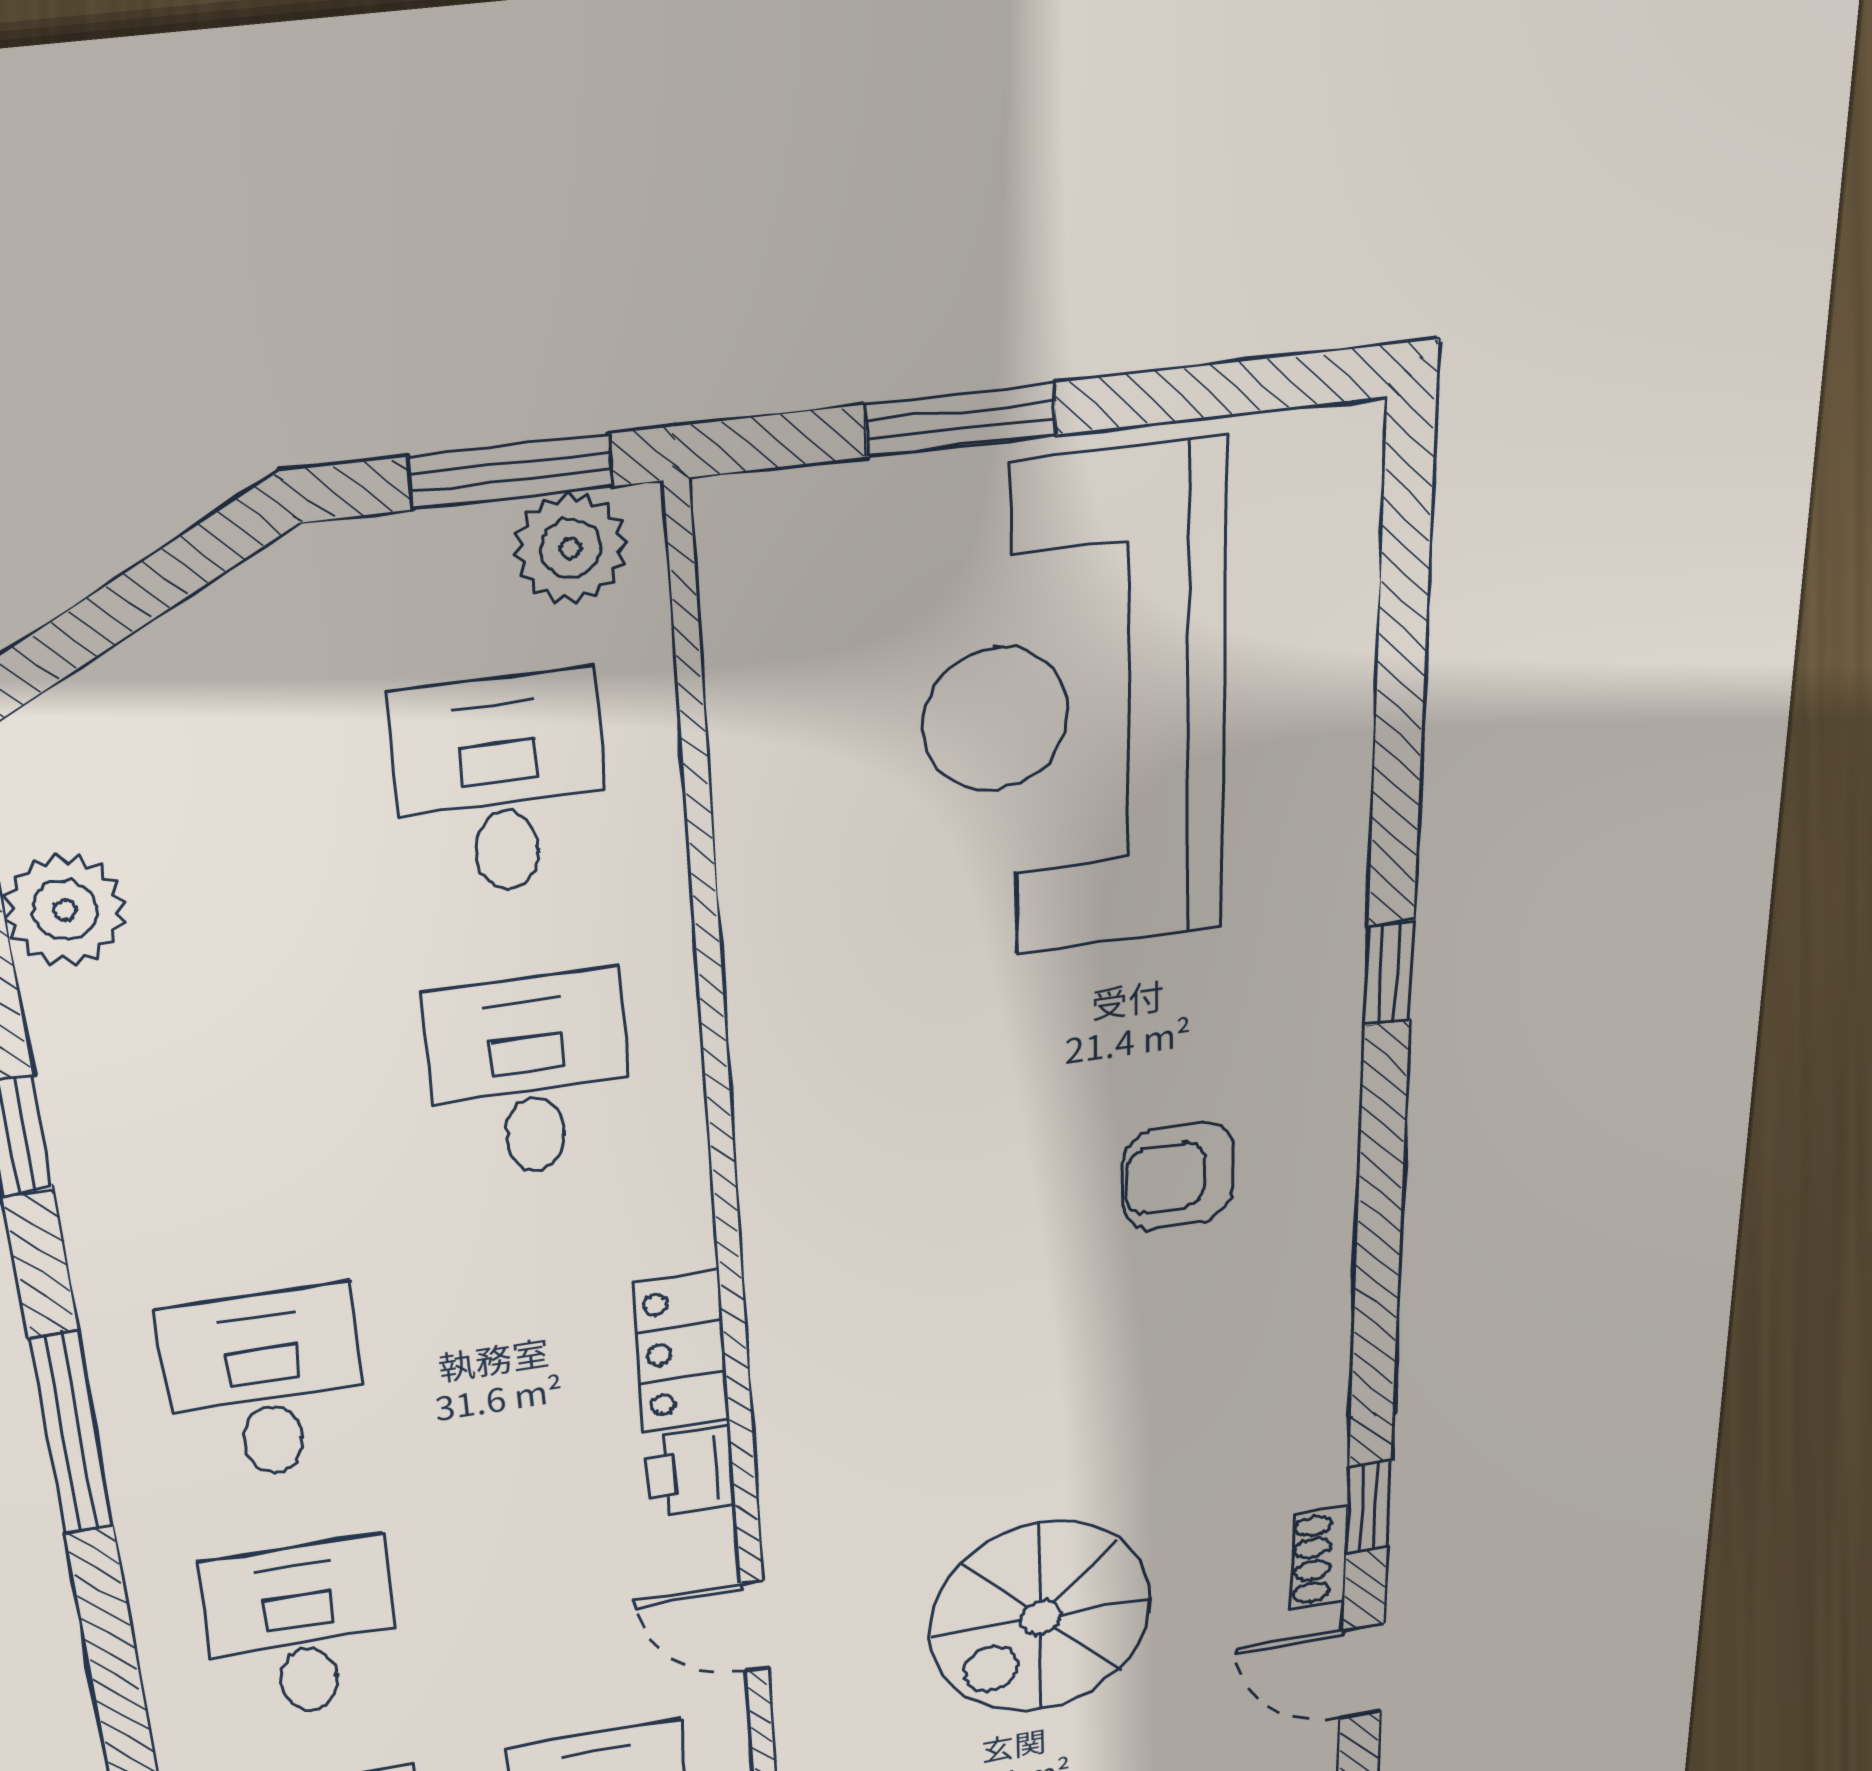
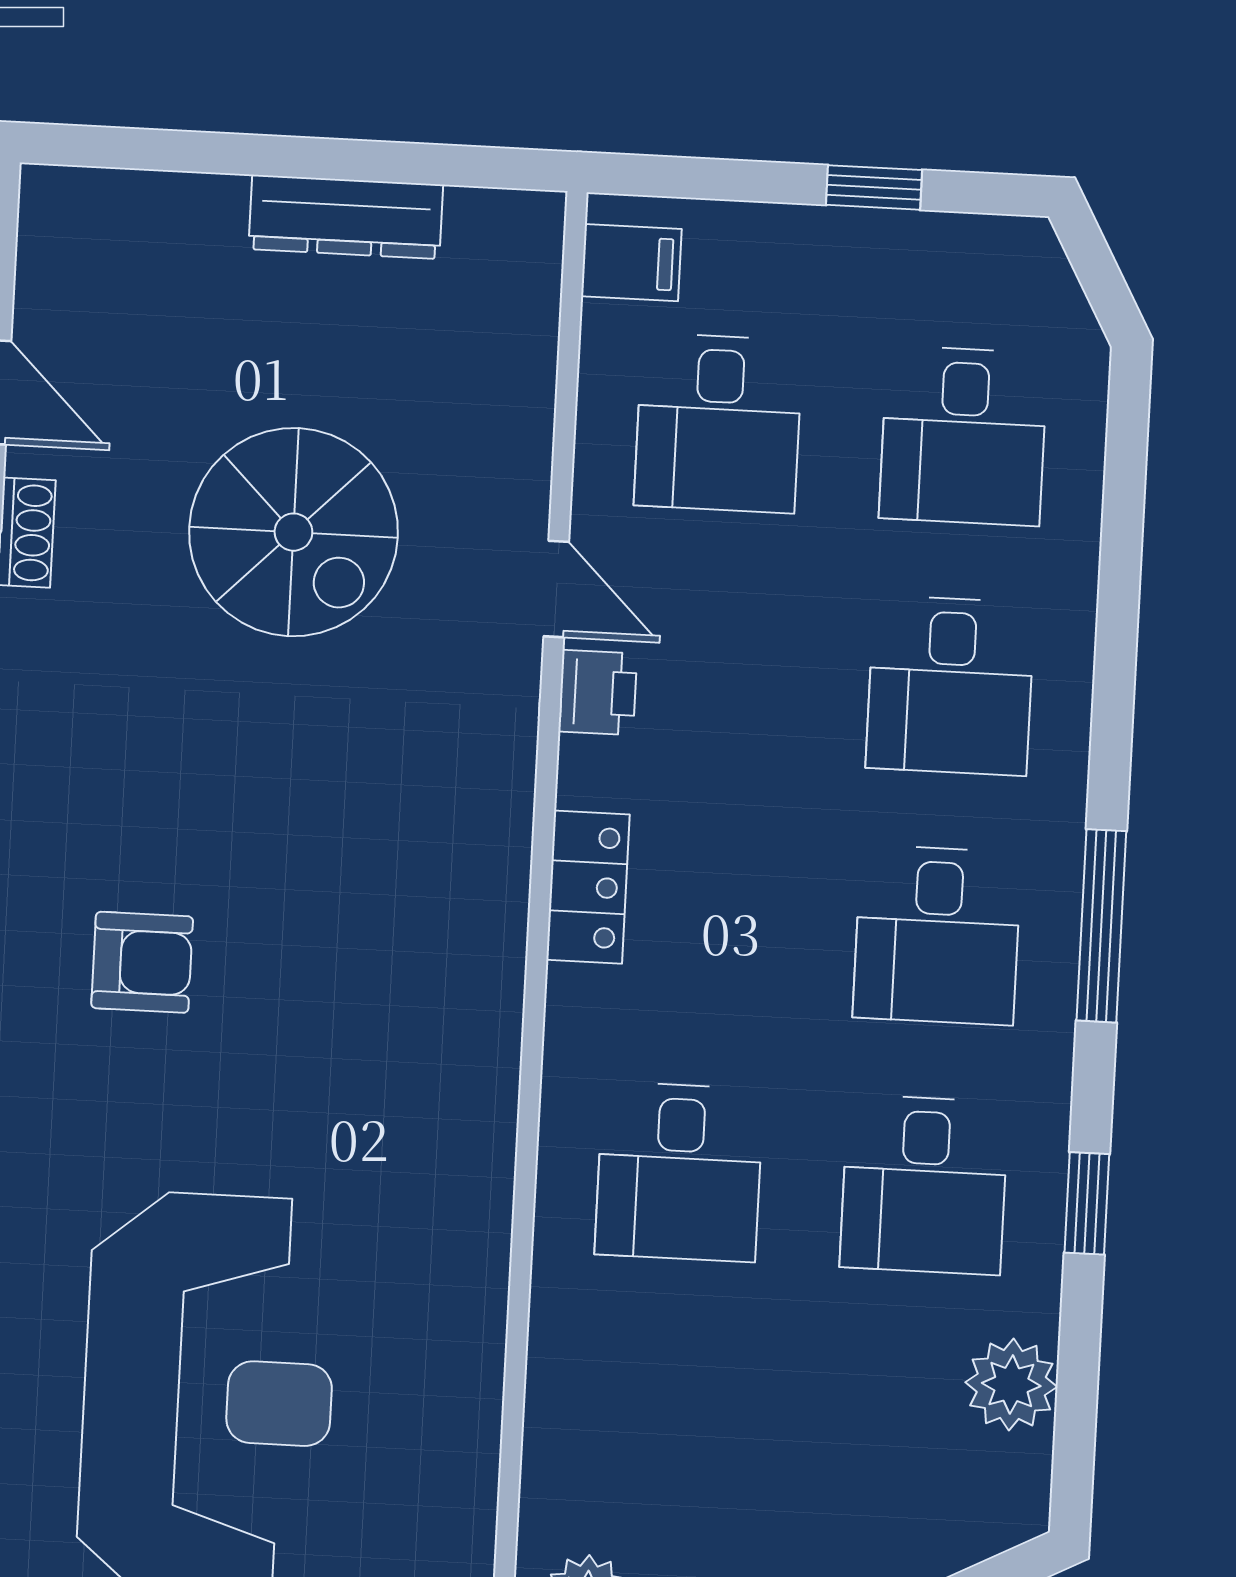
desk: (501, 786) -> (924, 1185), moved
printer: (691, 1472) -> (598, 693), moved
spiral stairs: (1041, 1617) -> (293, 532), turned 90

